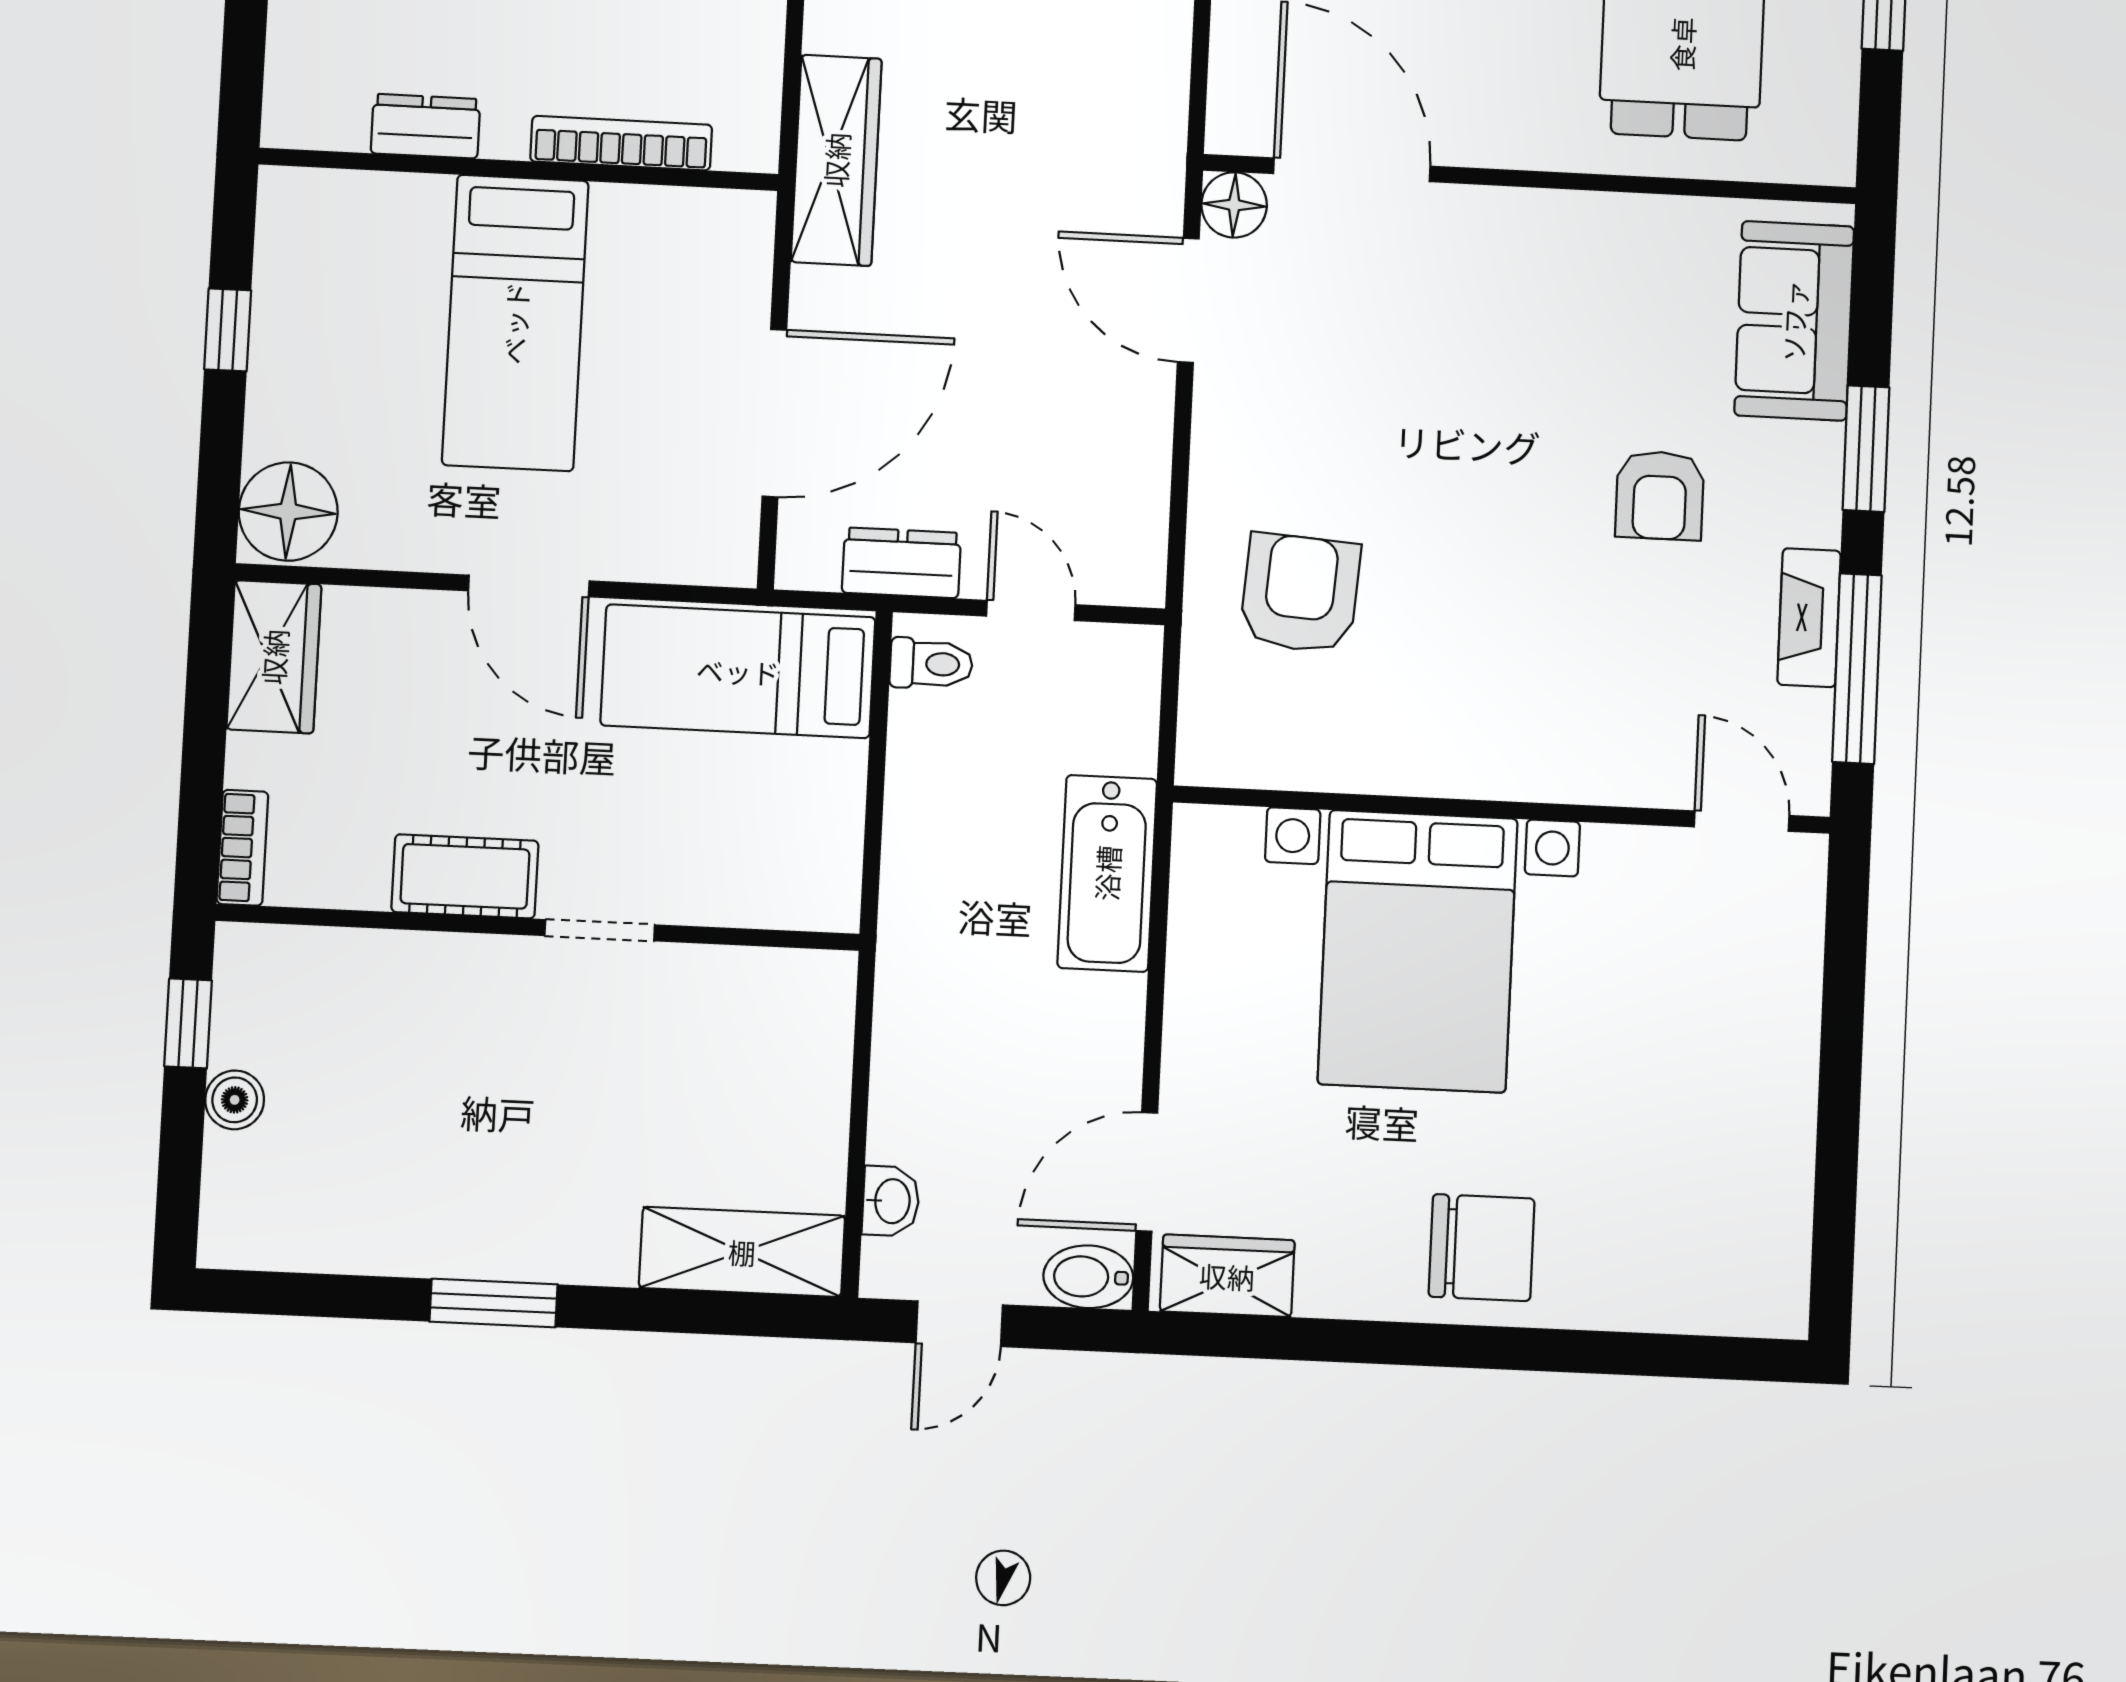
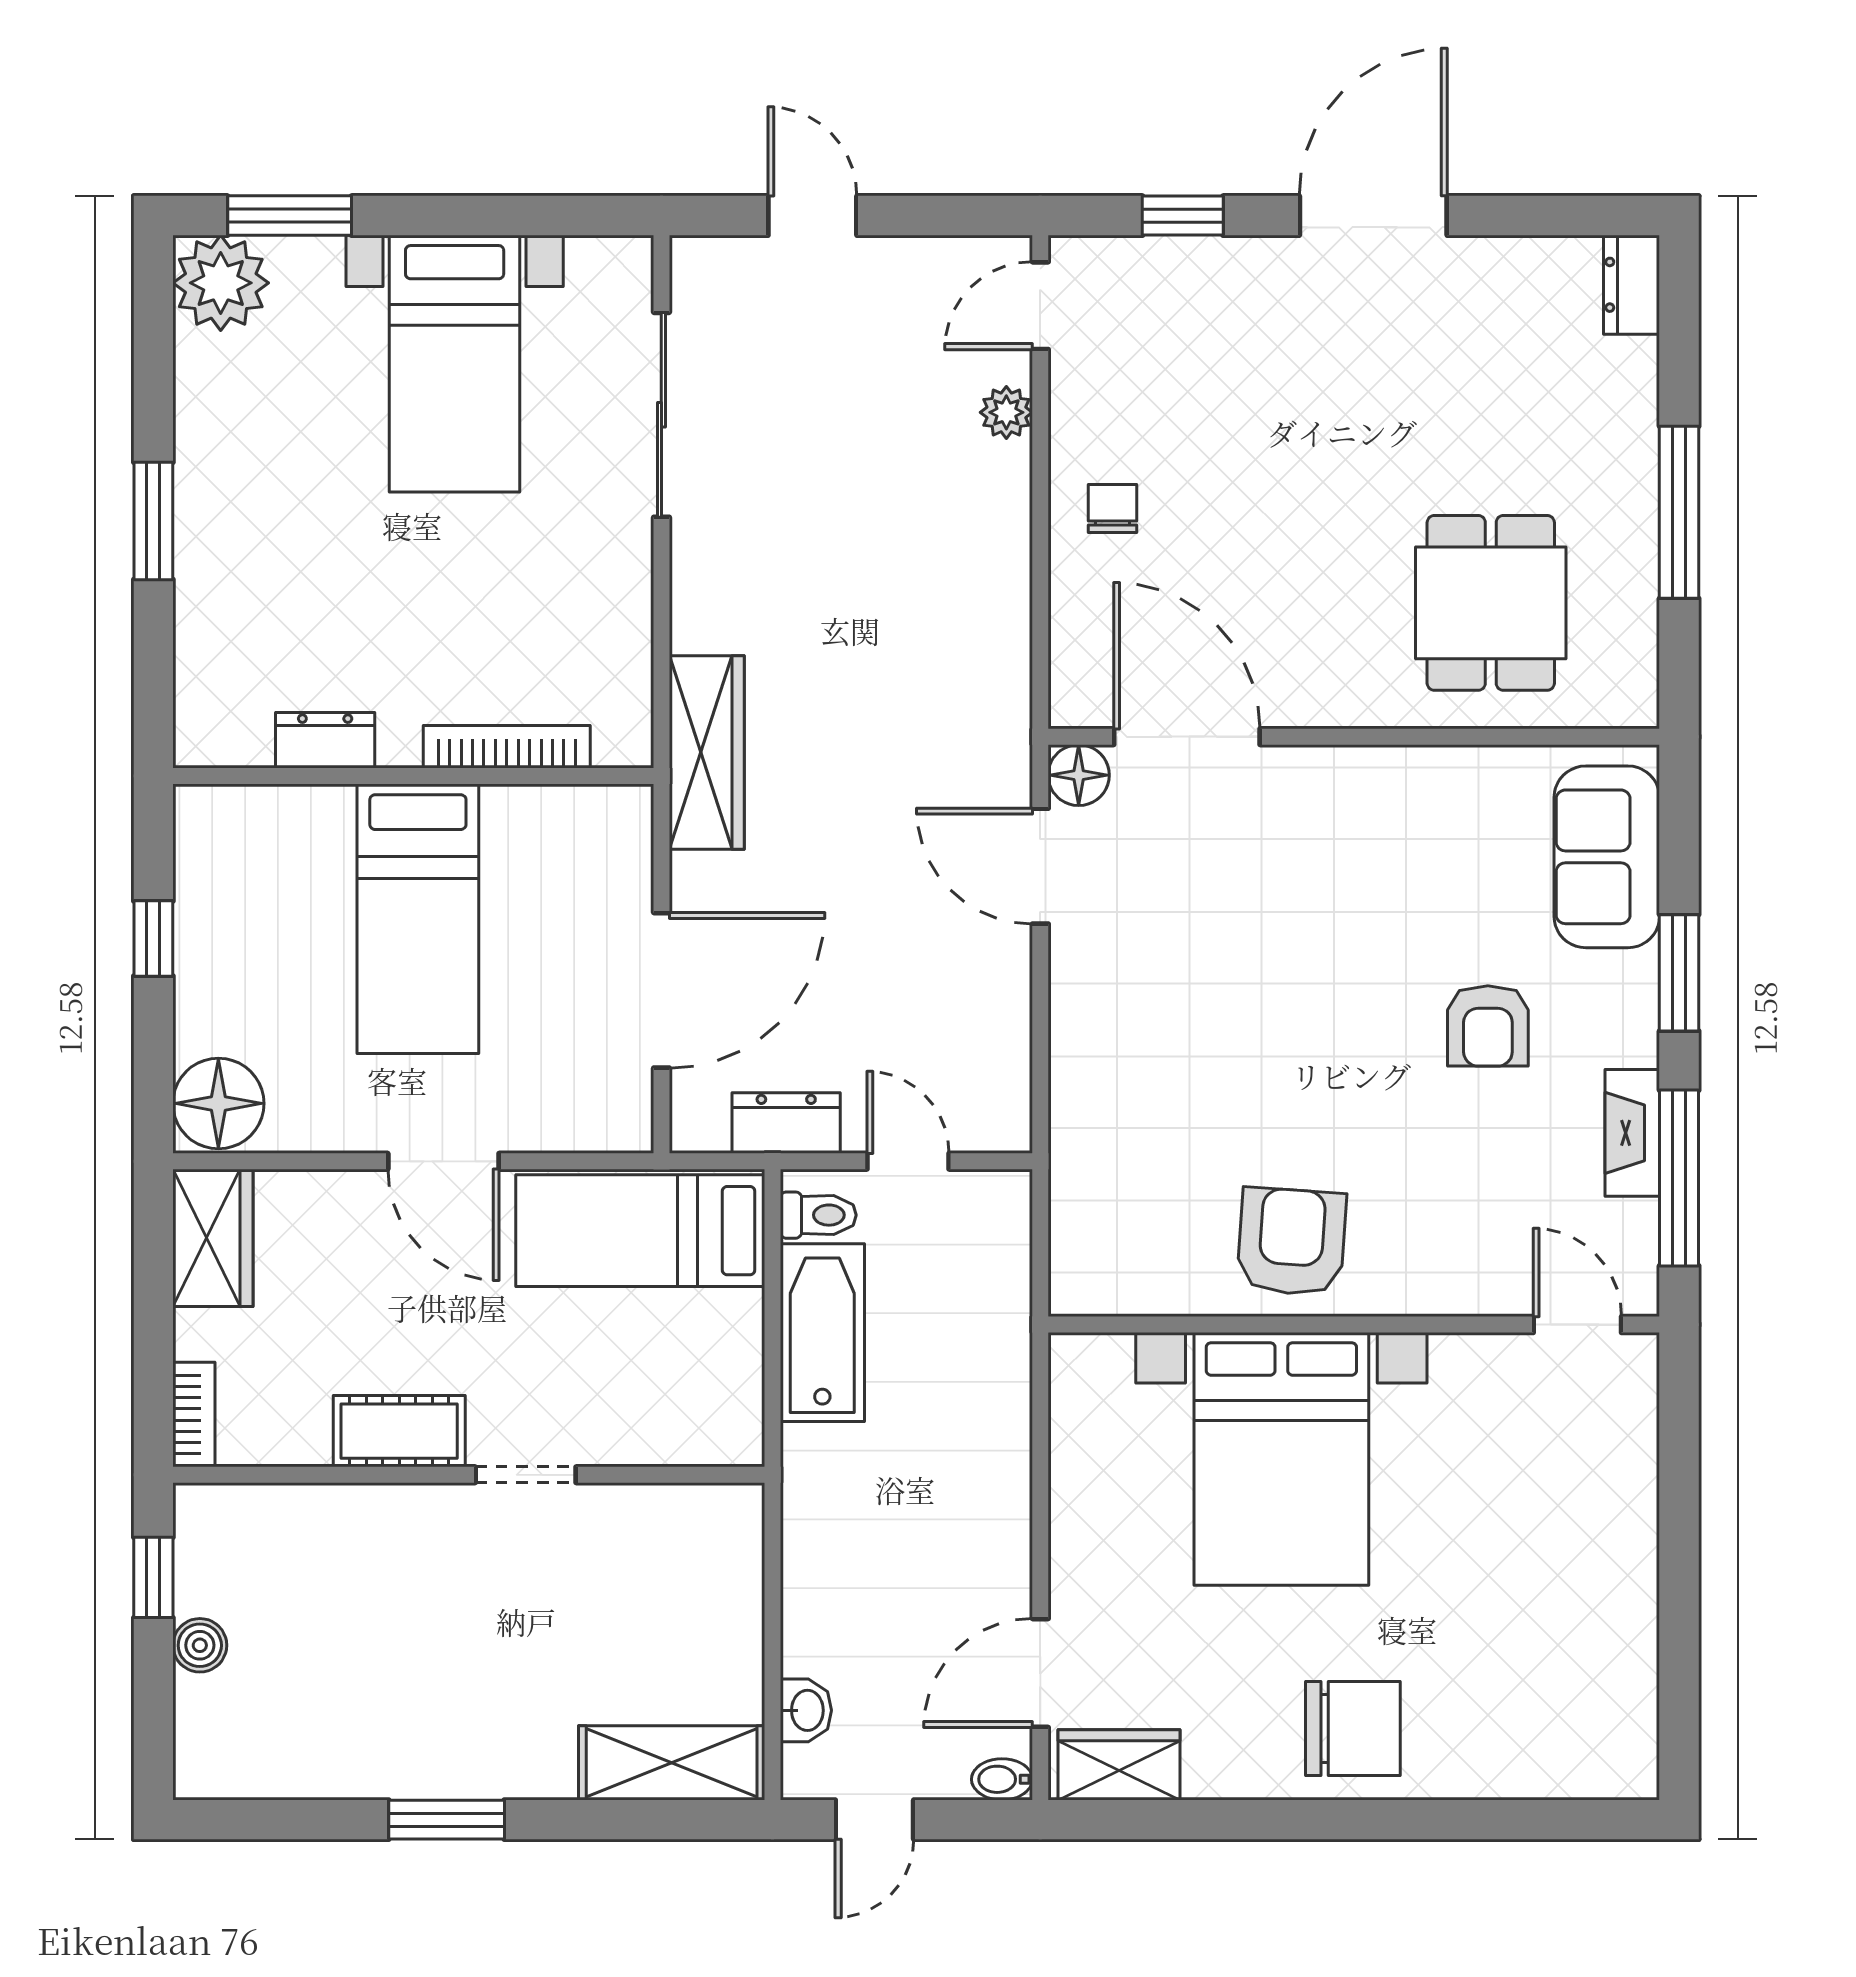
armchair: (1300, 593) -> (1292, 1242), moved
bathtub: (1107, 873) -> (822, 1333), moved, turned 180
bidet: (1088, 1277) -> (1002, 1779), width x0.72, depth x0.74

